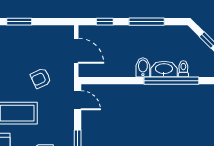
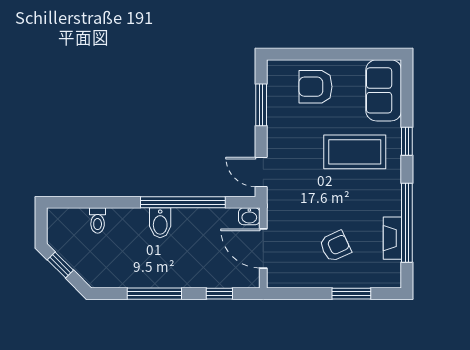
washbasin: (164, 69) -> (249, 216), moved, width x0.52, depth x0.69
armchair: (41, 78) -> (335, 246), moved
window: (171, 81) -> (183, 202), moved

